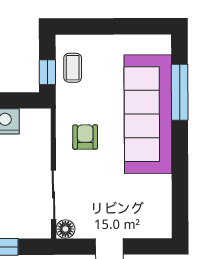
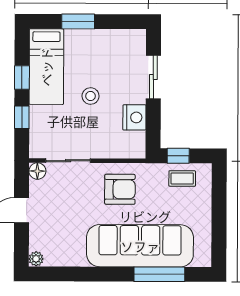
armchair: (85, 137) -> (120, 189), width x1.38, depth x1.38
plant: (163, 230) -> (36, 259), added

